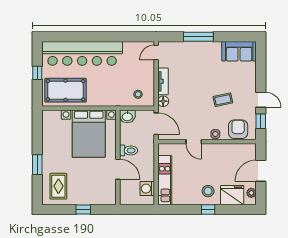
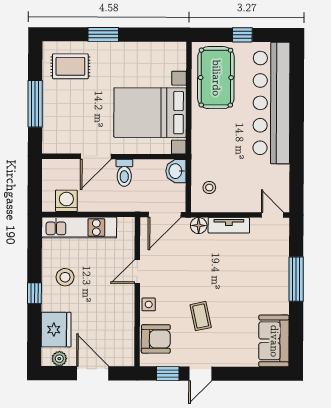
stool: (208, 191) -> (65, 277), moved
window: (83, 209) -> (35, 104), width x2.17

